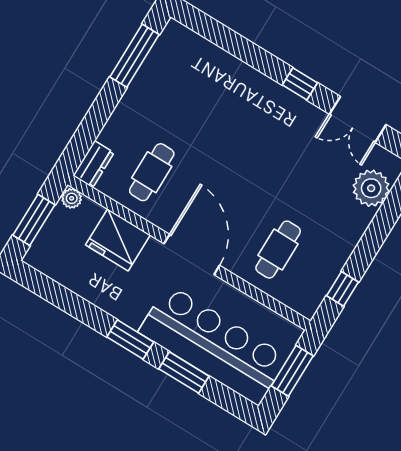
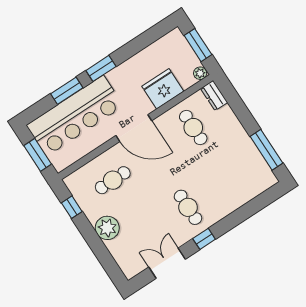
cafe table: (266, 127) -> (188, 207), added
plant: (371, 188) -> (107, 228), moved
cafe table: (278, 250) -> (113, 180), turned 90

